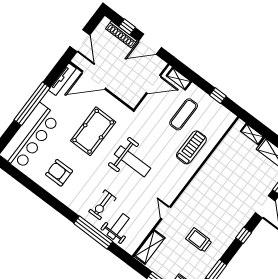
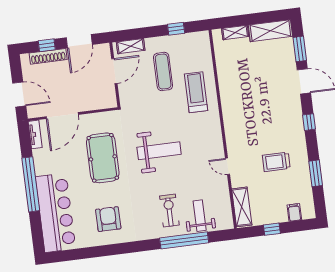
tv unit: (62, 79) -> (35, 134), width x0.71
armchair: (59, 173) -> (108, 219), turned 90
exercise bike: (102, 205) -> (169, 210), turned 180

